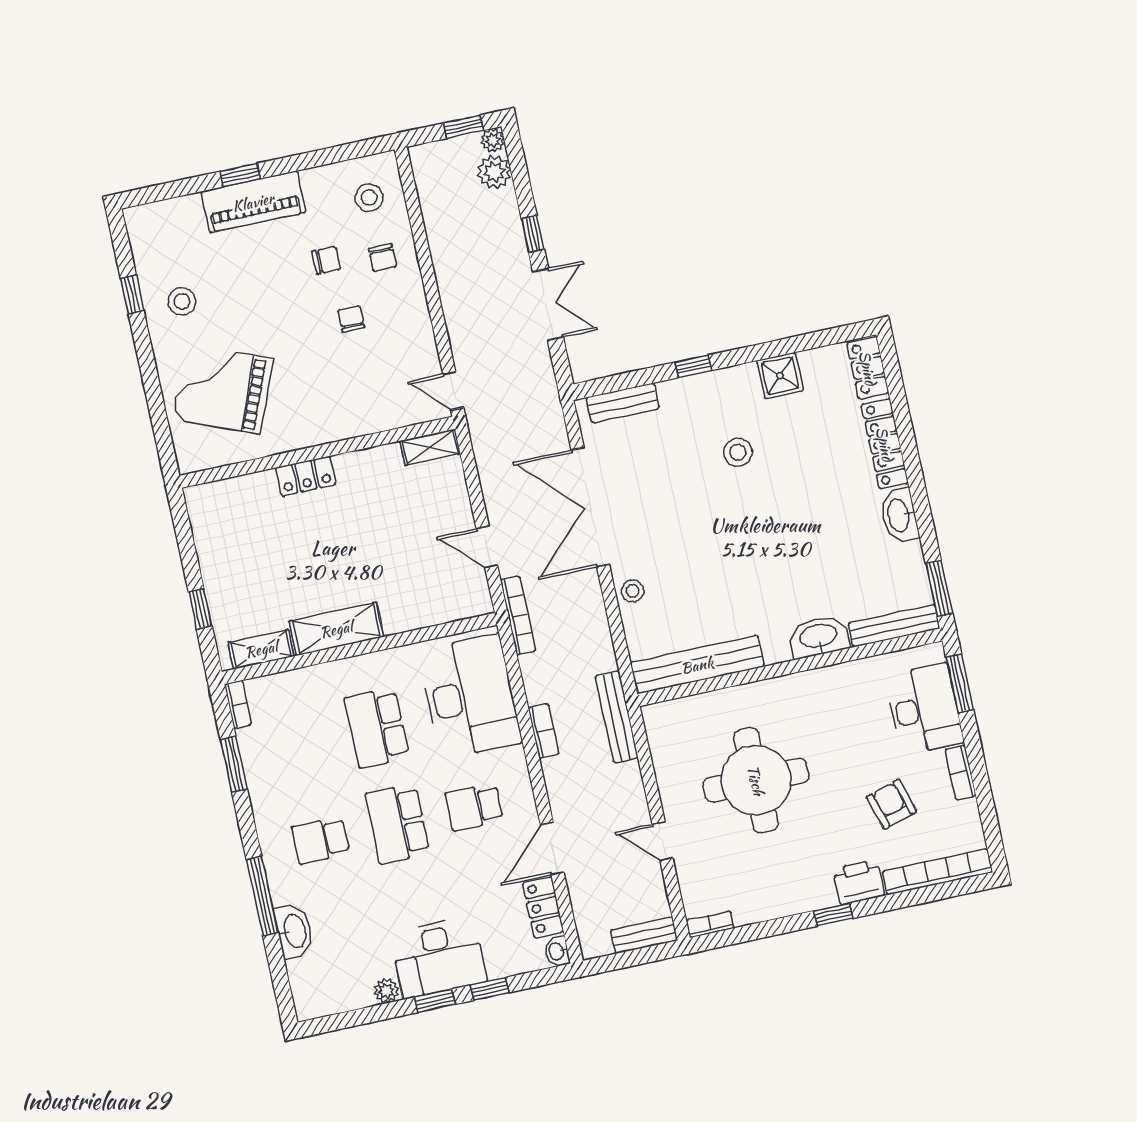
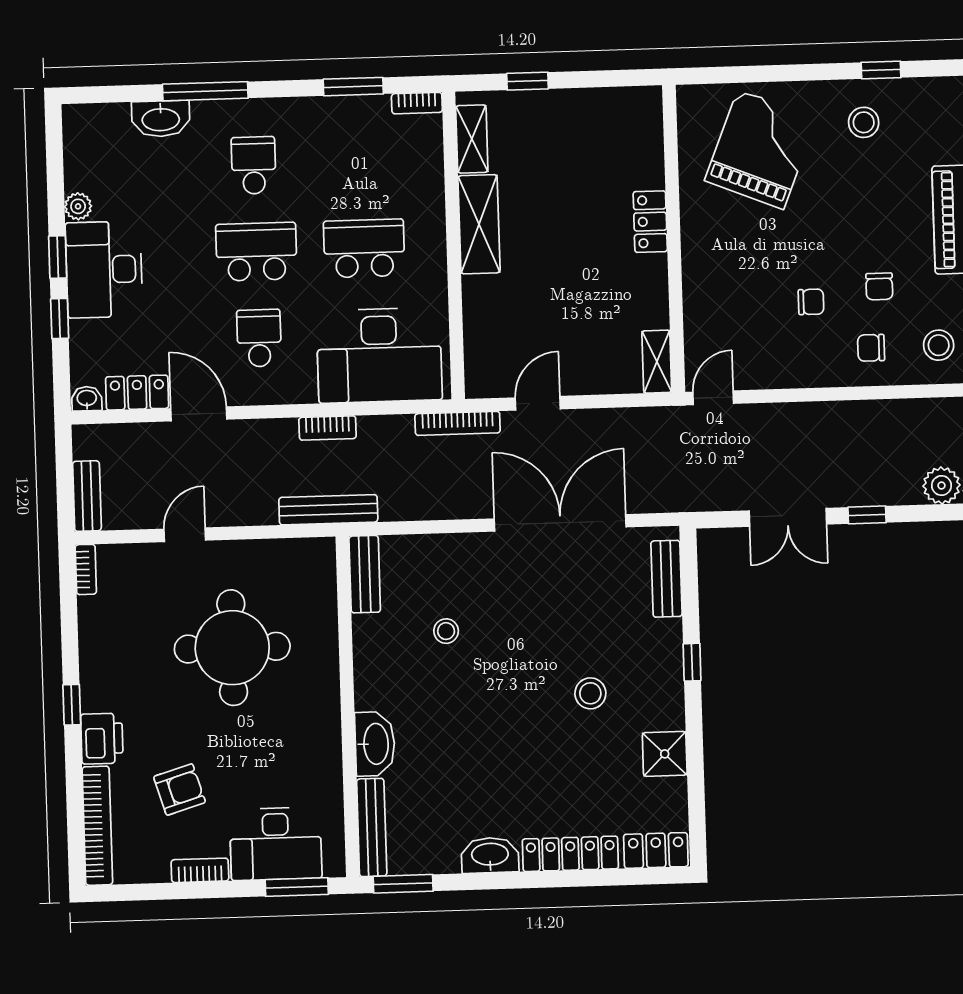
stool: (633, 591) -> (446, 631), moved
bench: (697, 665) -> (365, 574), width x0.54, depth x0.82

